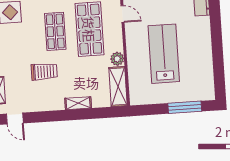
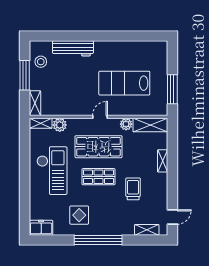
door: (122, 14) -> (100, 117), moved
window: (185, 107) -> (172, 89), moved

